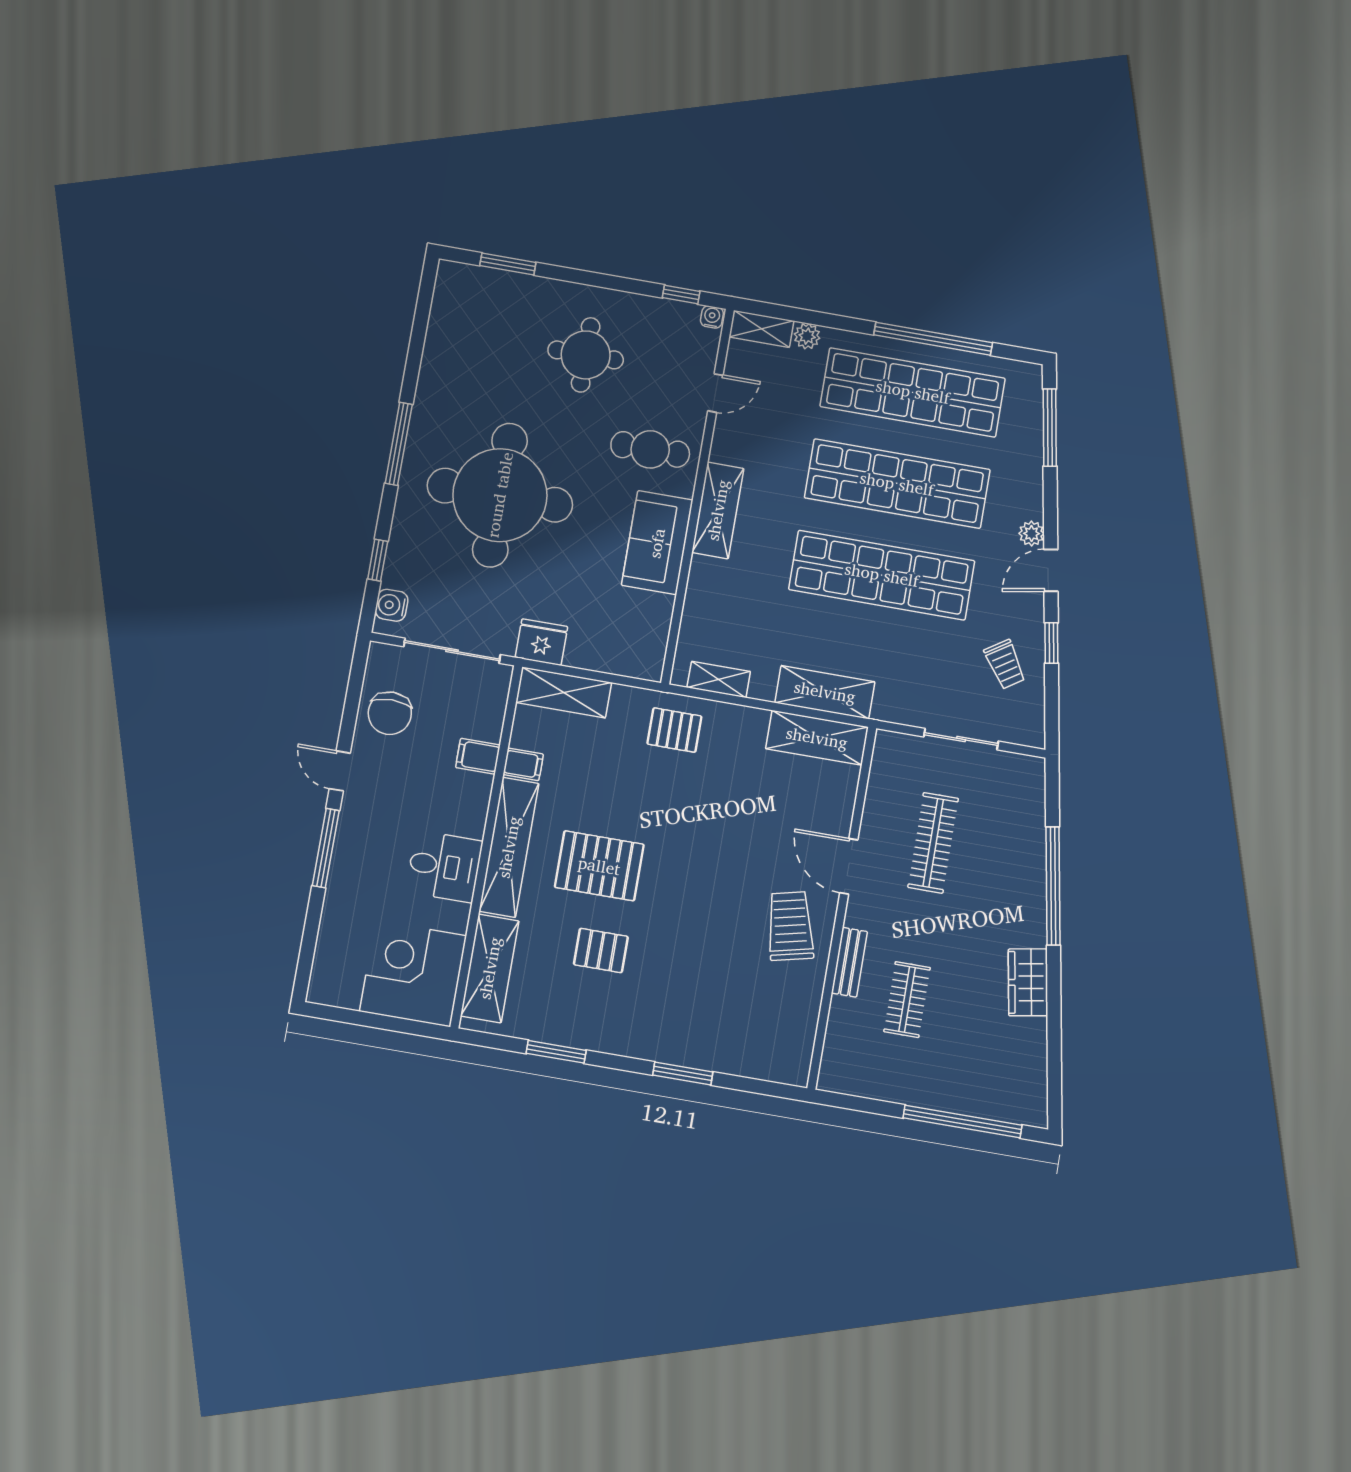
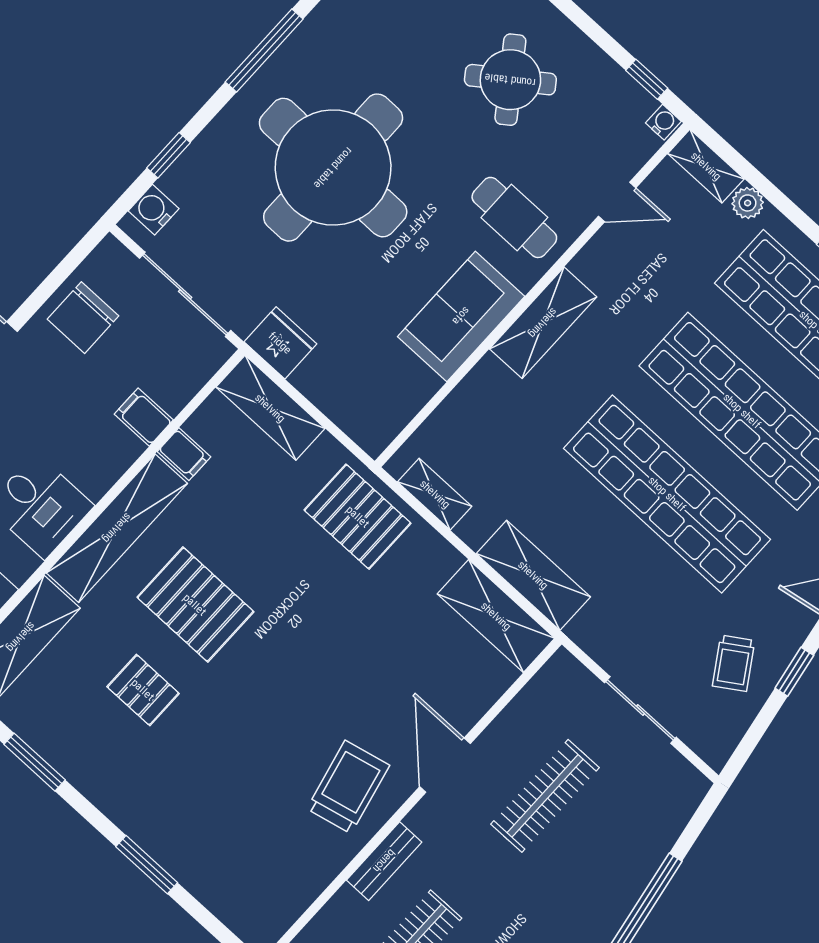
round table: (586, 355) -> (510, 80), turned -36
pallet: (674, 730) -> (358, 517), width x1.50, depth x1.42

